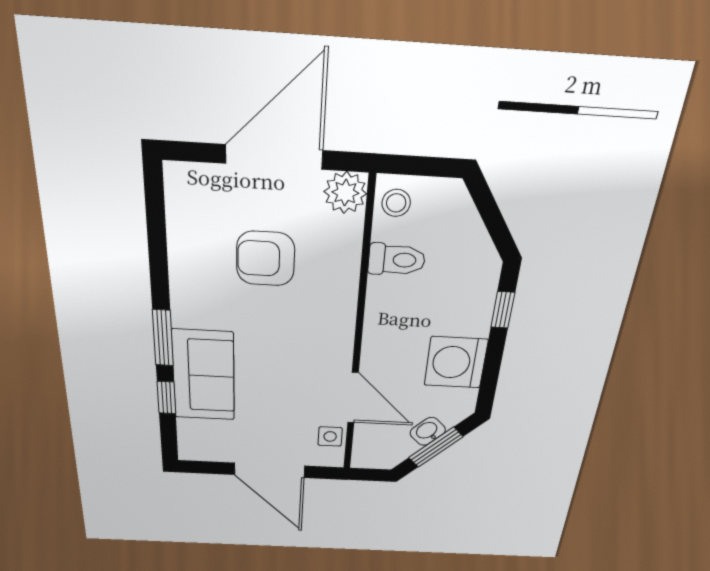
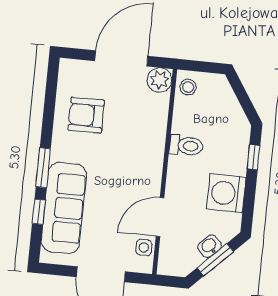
armchair: (266, 259) -> (86, 115), moved
toilet: (397, 260) -> (186, 146), moved
sofa: (204, 376) -> (64, 208), width x1.36
door: (353, 398) -> (160, 217), swing flipped

